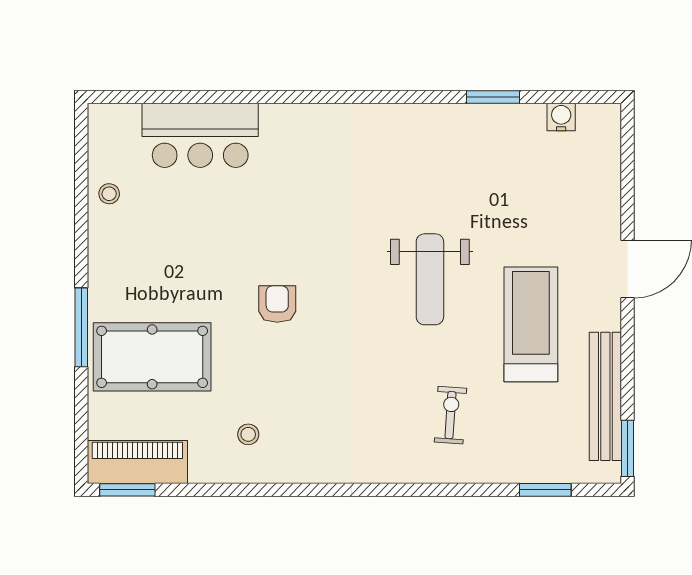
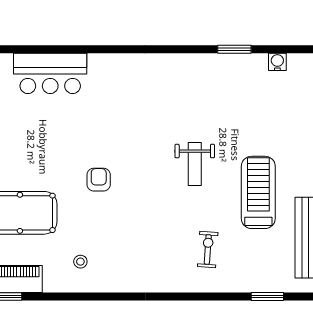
weight bench: (430, 279) -> (195, 164), width x0.73, depth x0.75

